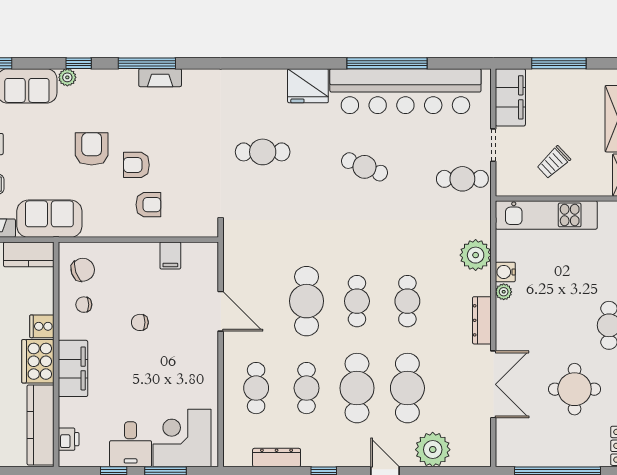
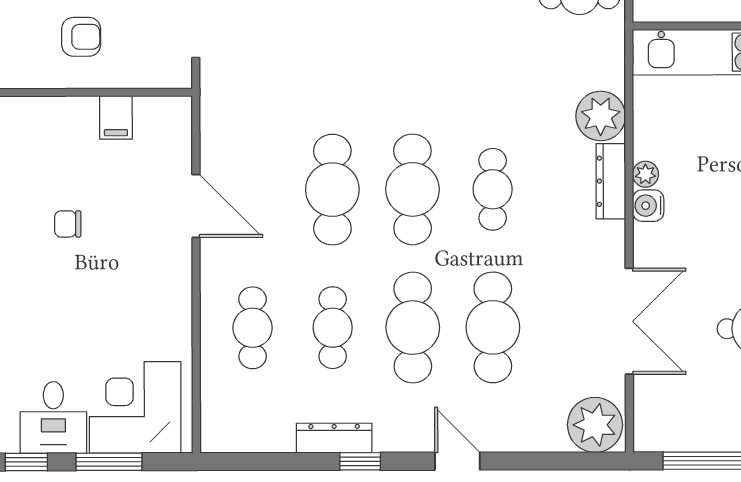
water cooler: (505, 272) -> (648, 206), moved
cafe table: (357, 301) -> (412, 189), width x1.37, depth x1.35
dresser: (482, 320) -> (611, 181), moved
plant: (433, 450) -> (595, 425), moved
dresser: (277, 458) -> (334, 438), moved

